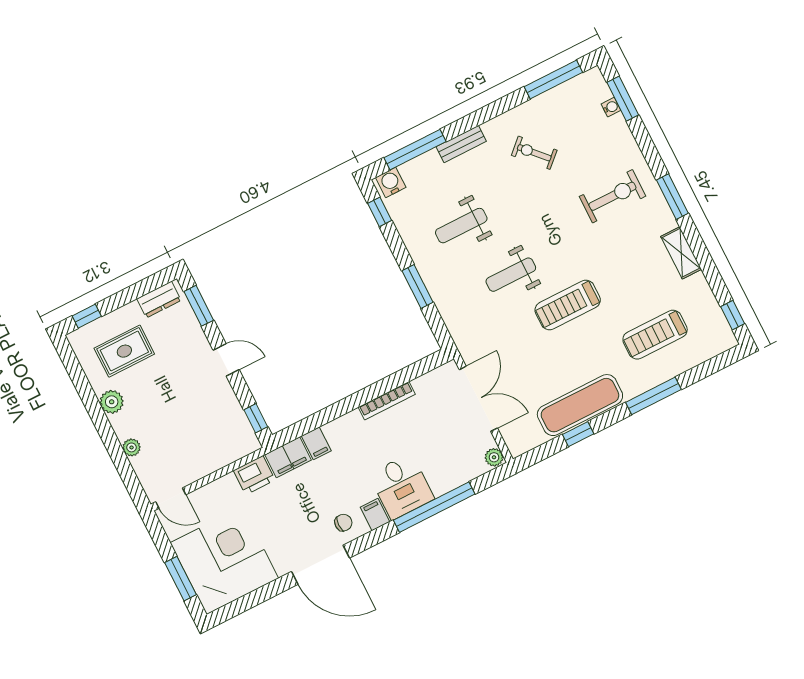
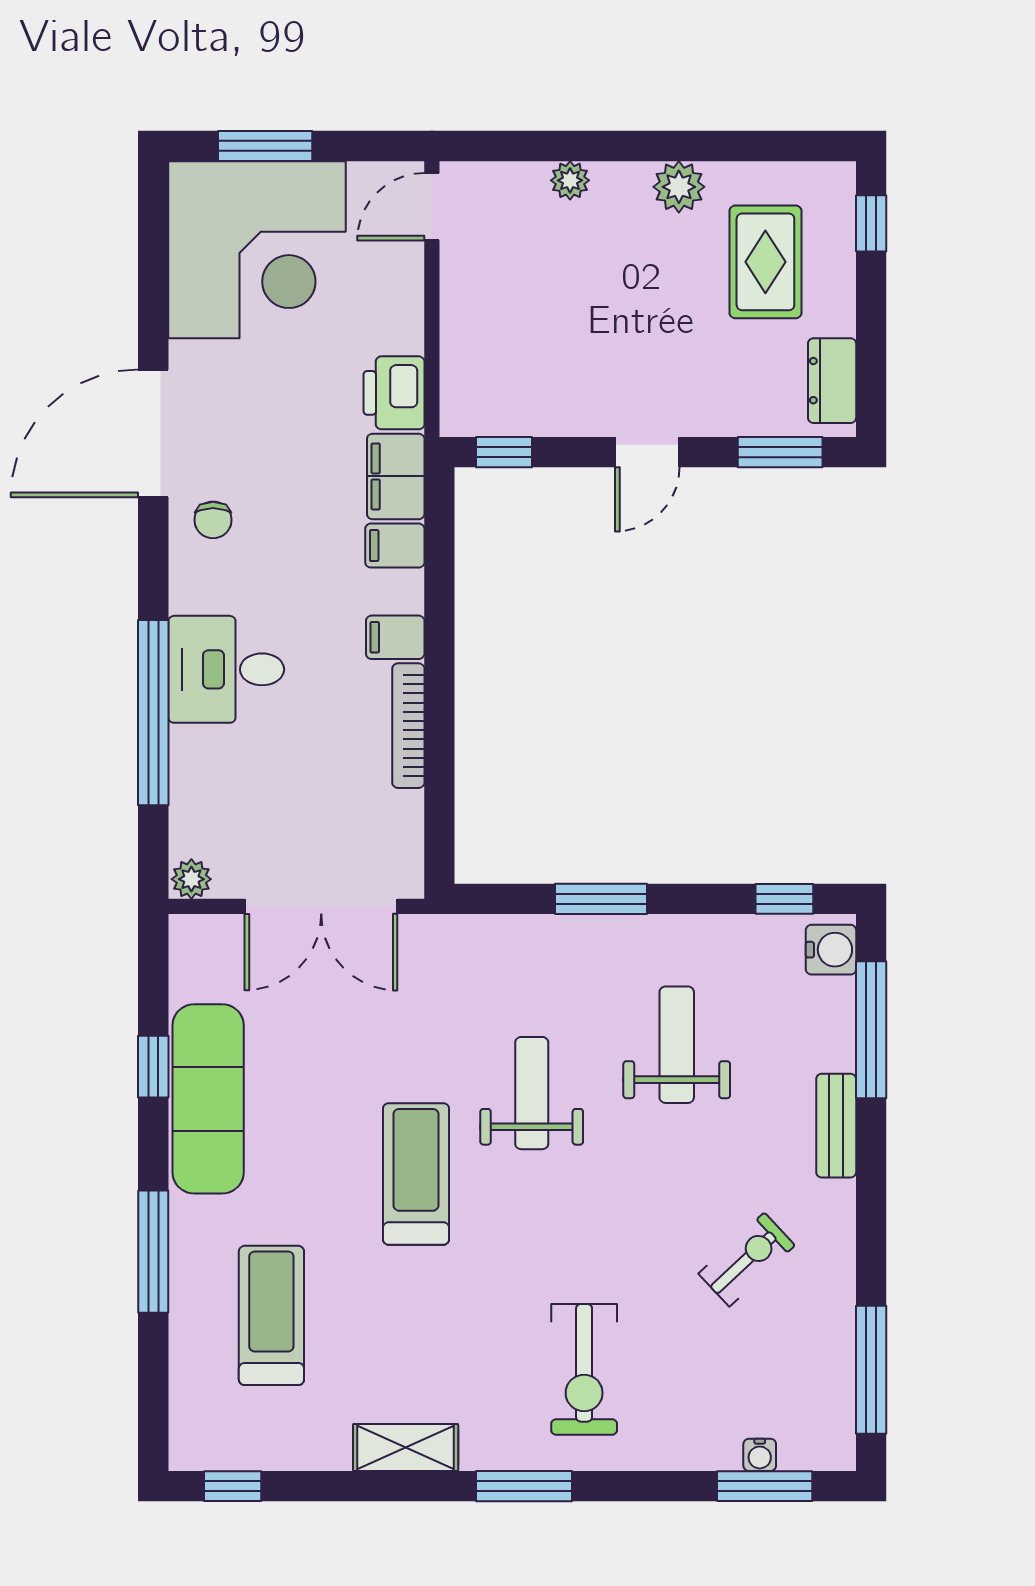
filing cabinet: (375, 514) -> (395, 637), moved, turned 180

